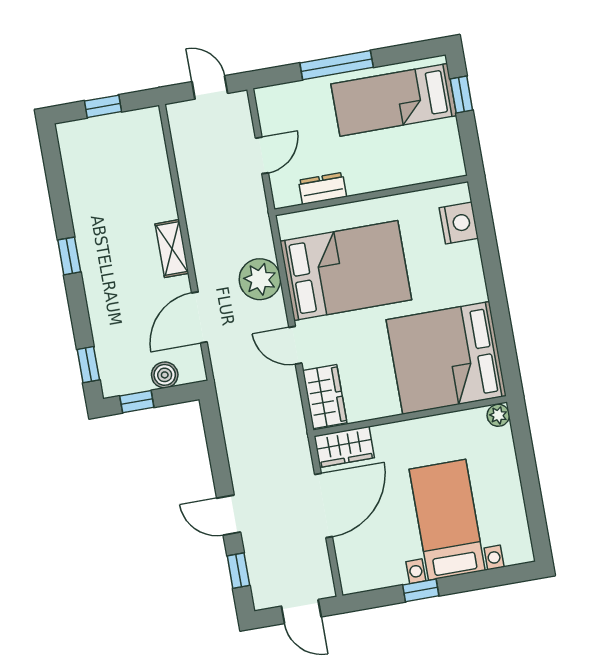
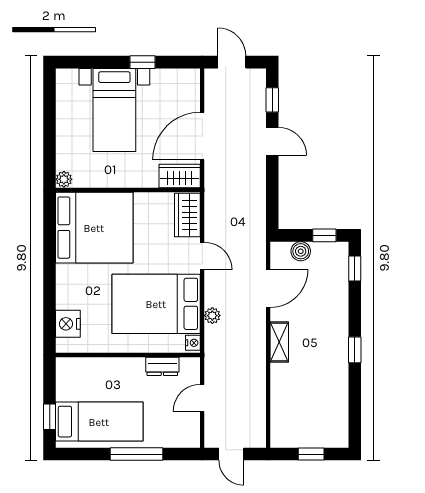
nightstand: (287, 227) -> (193, 343), added
plant: (260, 279) -> (212, 316), width x0.53, depth x0.53

